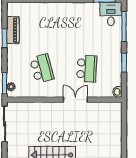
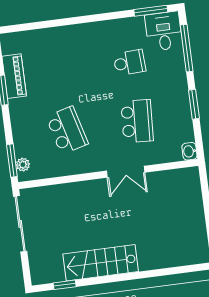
school desk: (87, 31) -> (129, 63), added
double door: (75, 100) -> (126, 172), swing flipped

